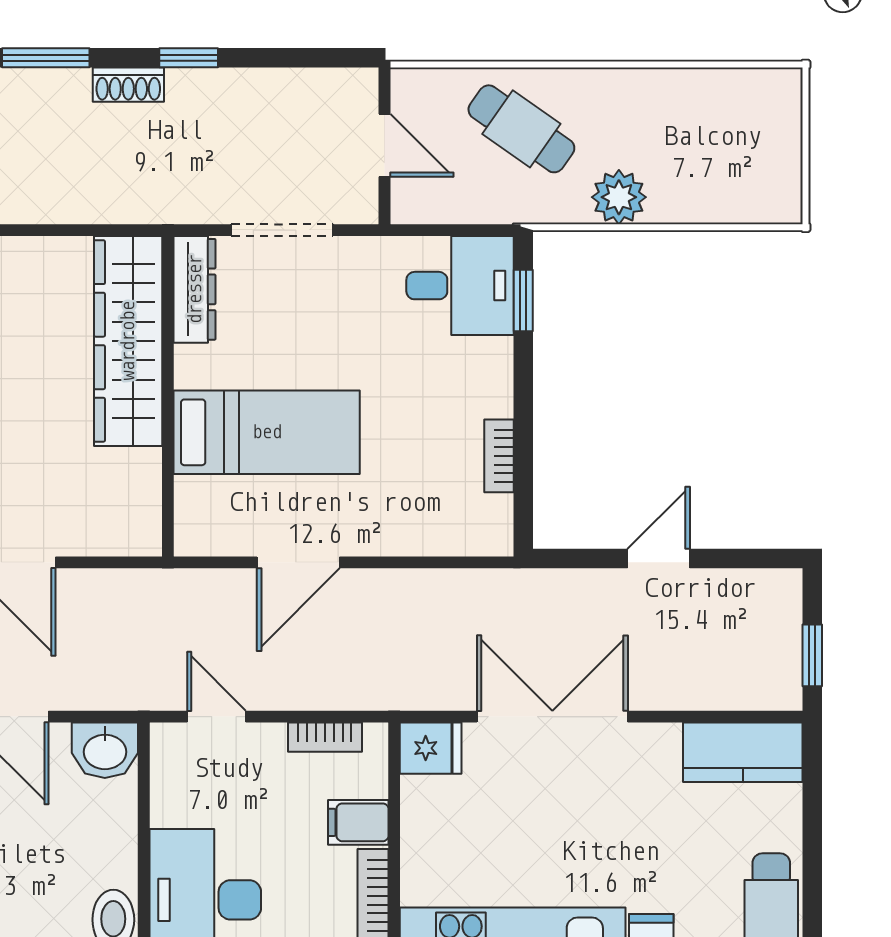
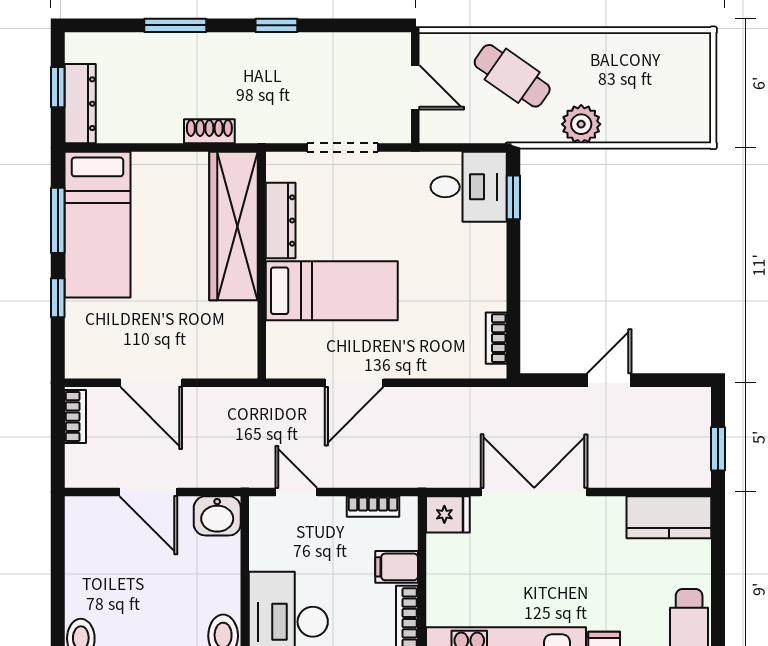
shoe rack: (128, 85) -> (209, 131), moved, turned 180
dresser: (195, 289) -> (281, 221), moved
bookcase: (499, 456) -> (496, 338), moved

